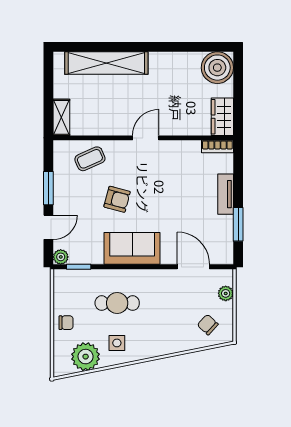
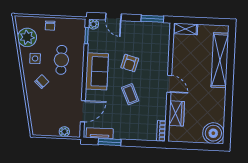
wardrobe: (222, 117) -> (177, 113), moved, turned 90
coffee table: (90, 159) -> (130, 94), moved
window: (48, 188) -> (152, 19), moved
tv unit: (226, 194) -> (100, 133), moved
chair: (208, 325) -> (42, 82), moved

